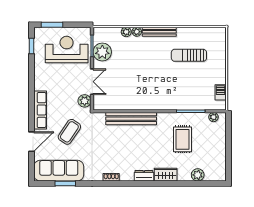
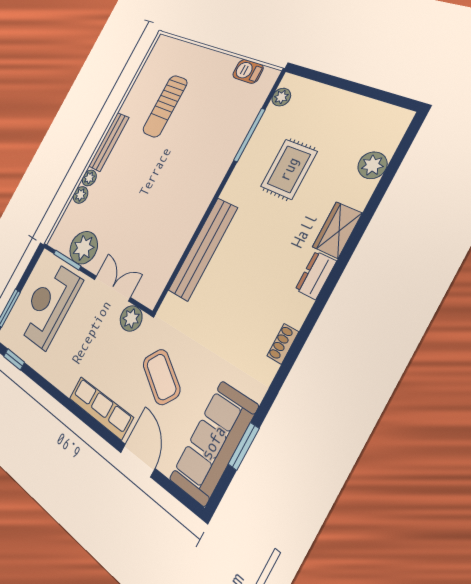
rug: (182, 139) -> (289, 169), turned 90

